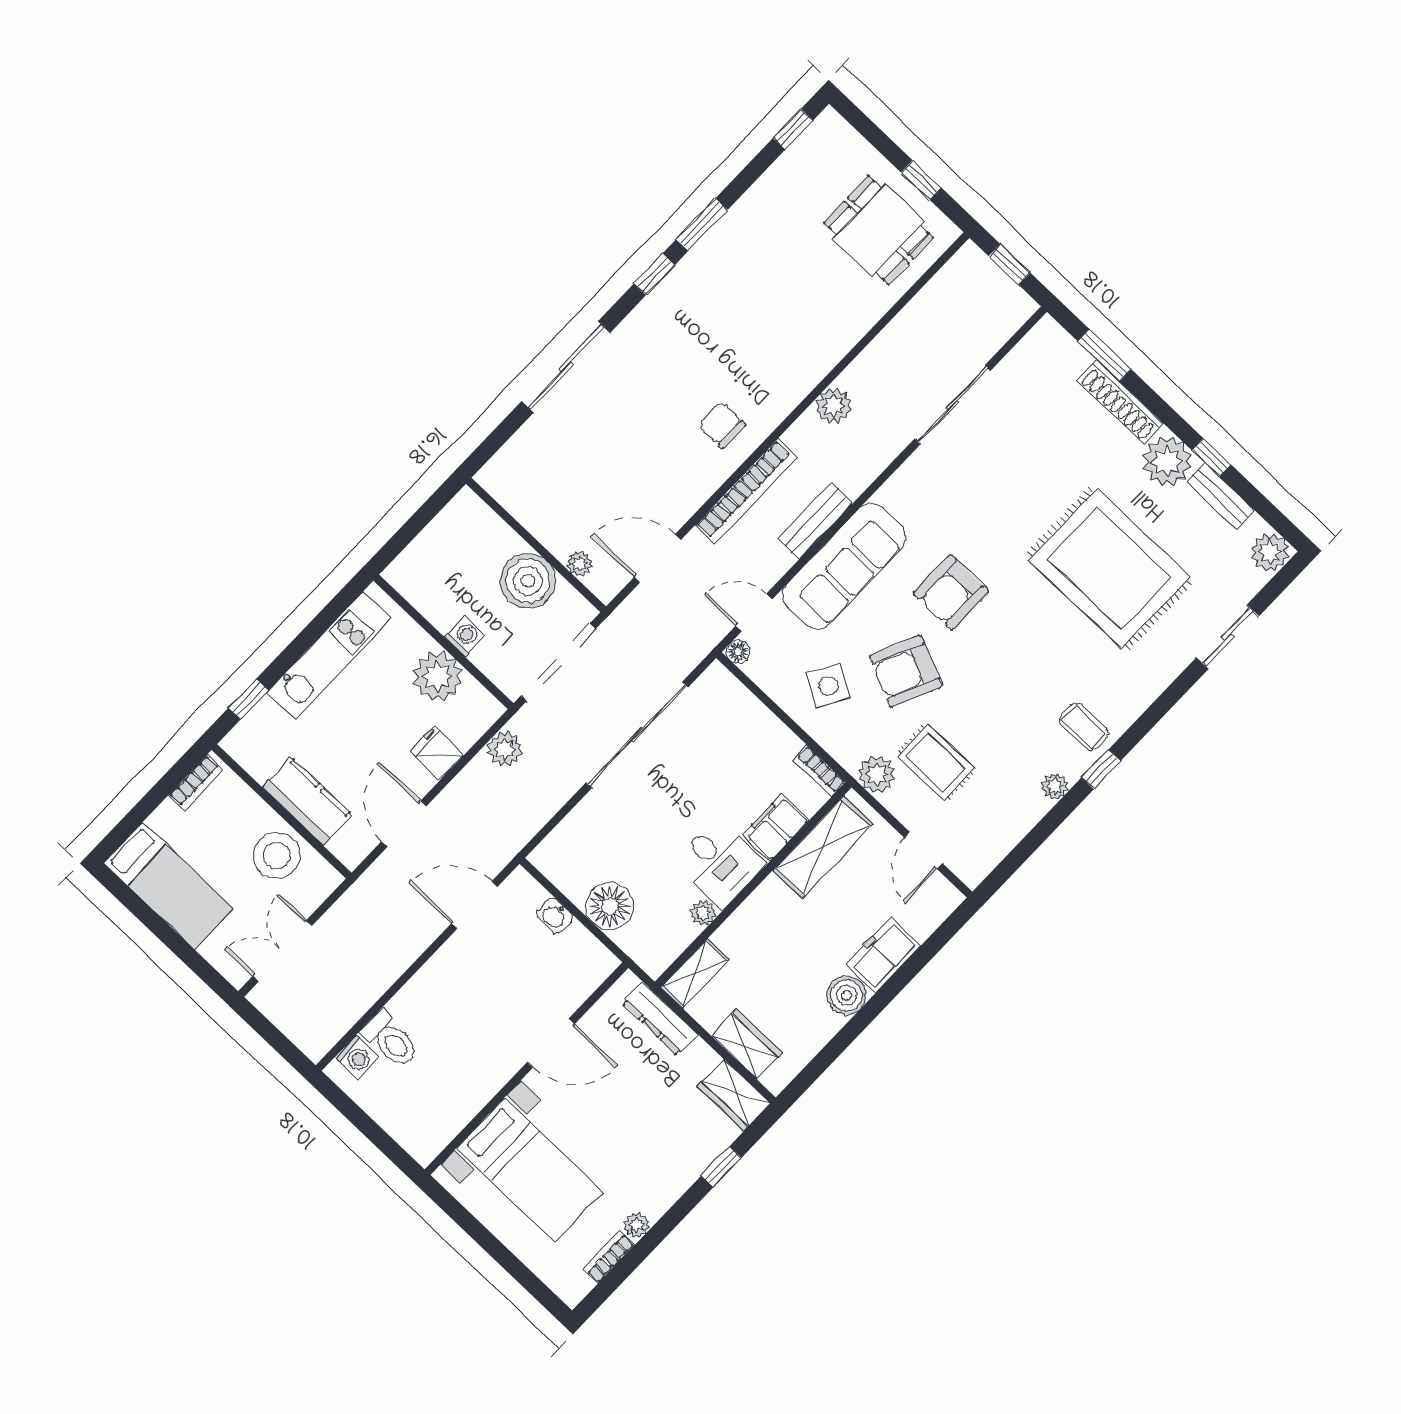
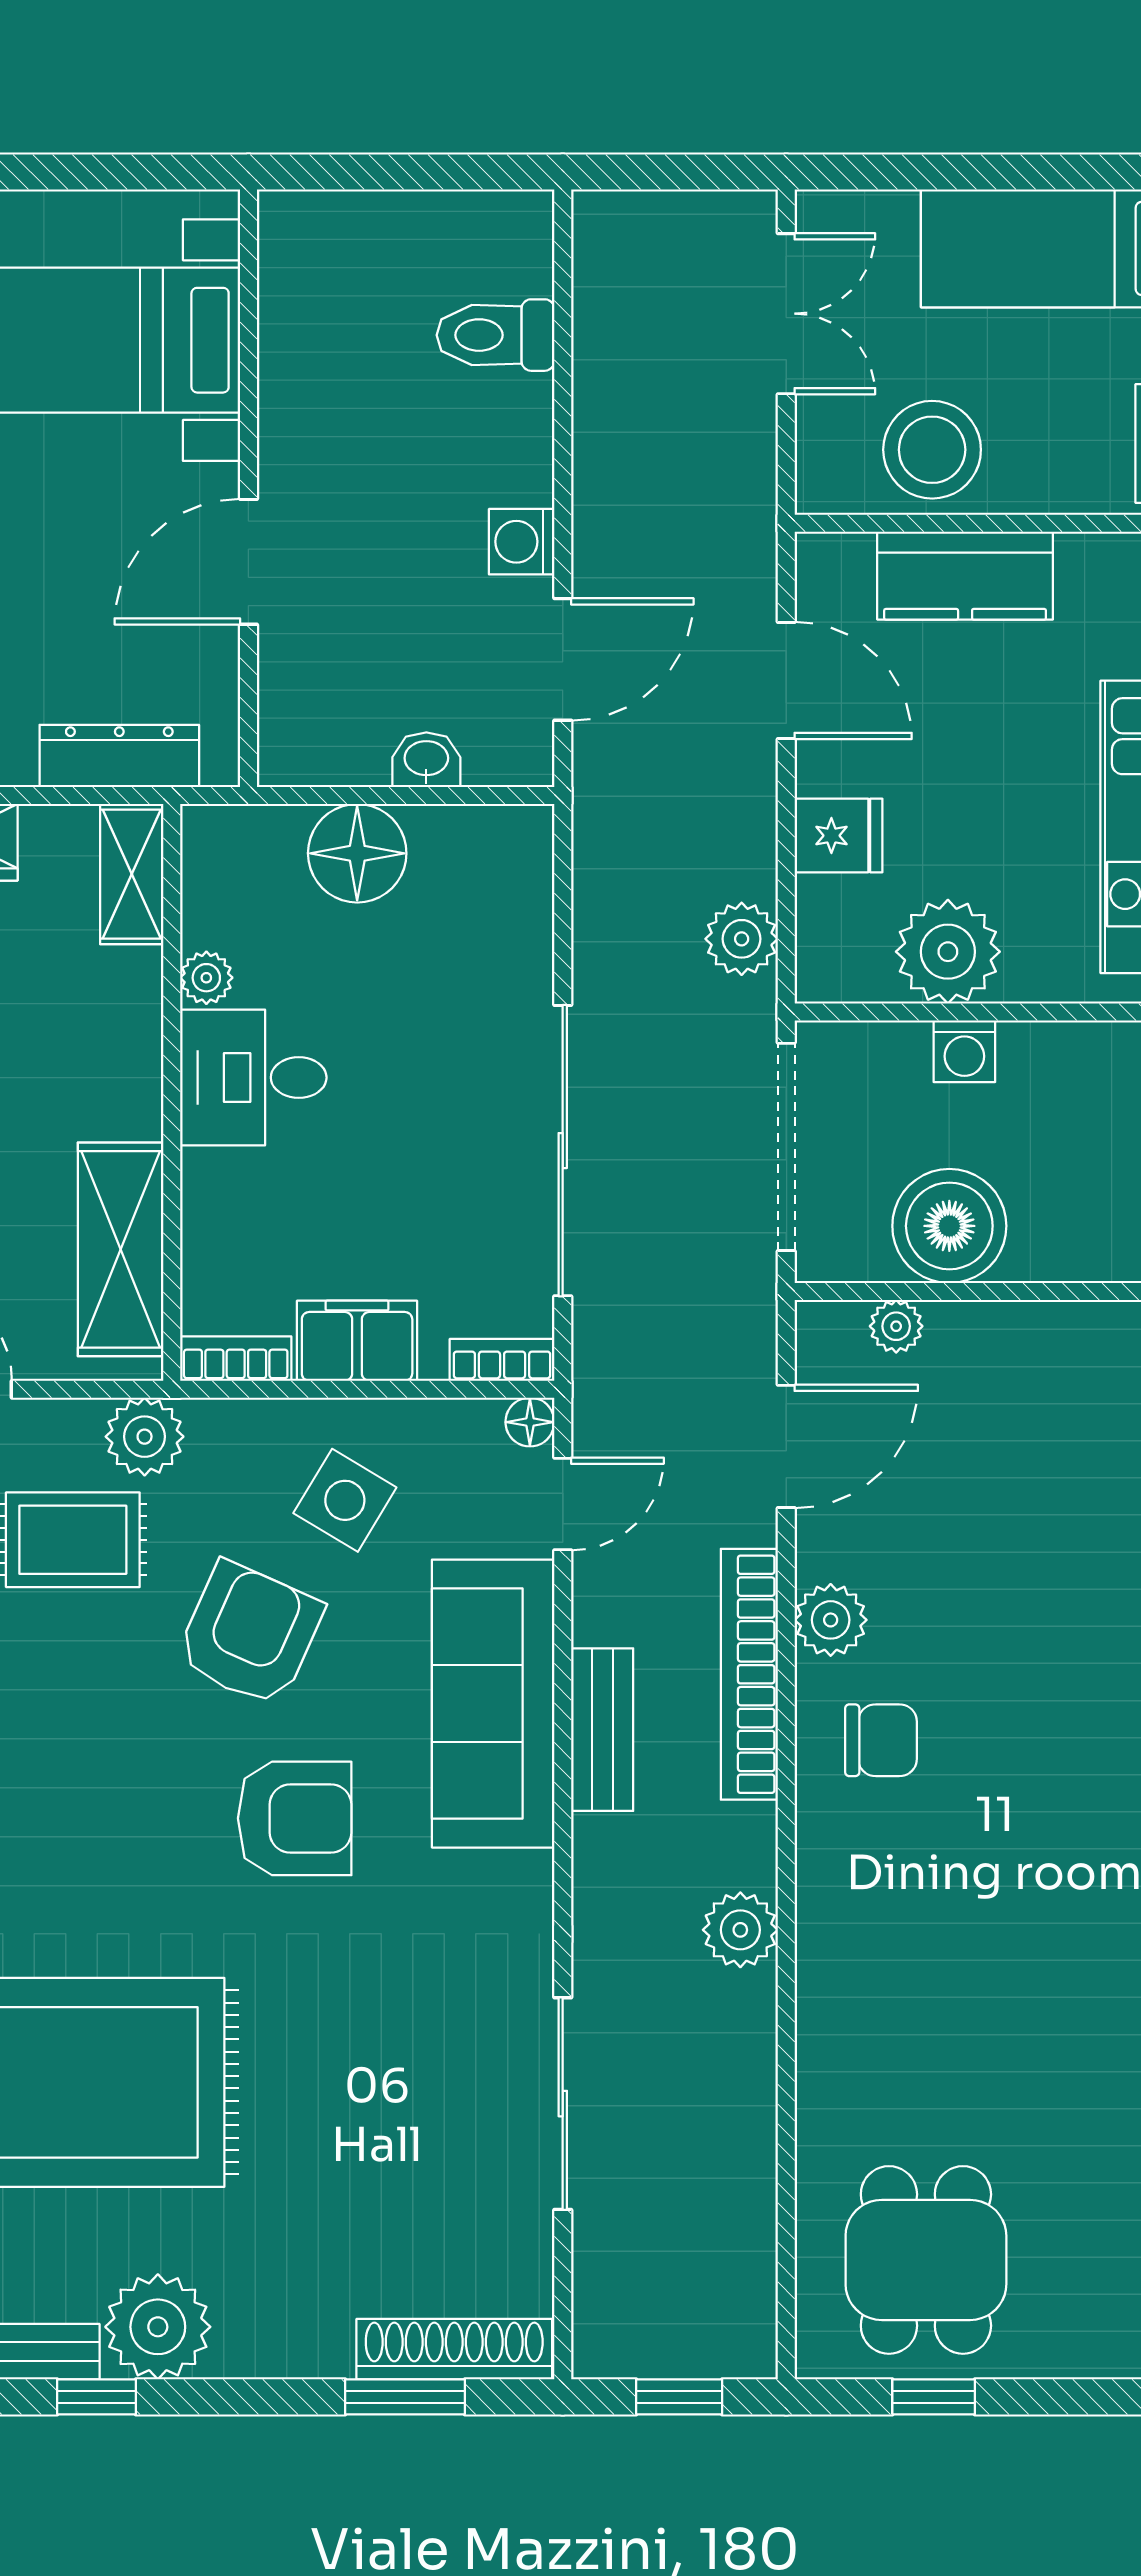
dining table: (879, 230) -> (926, 2260), turned 90
shoe rack: (1120, 402) -> (454, 2349), moved
plant: (700, 484) -> (831, 1620), added
armchair: (951, 592) -> (295, 1818), turned 90
bookcase: (727, 683) -> (502, 1360), added
filing cabinet: (776, 828) -> (357, 1341), moved, turned -90
washing machine: (357, 1057) -> (522, 542), moved

